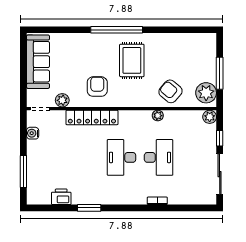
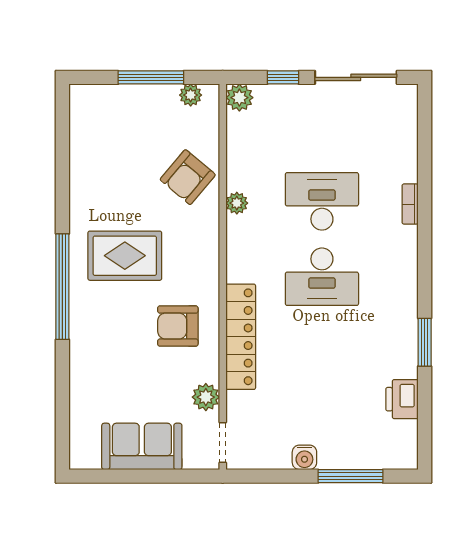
sofa: (38, 62) -> (142, 446), width x0.73
plant: (206, 93) -> (191, 95), width x0.53, depth x0.53
water cooler: (33, 133) -> (304, 457), moved

